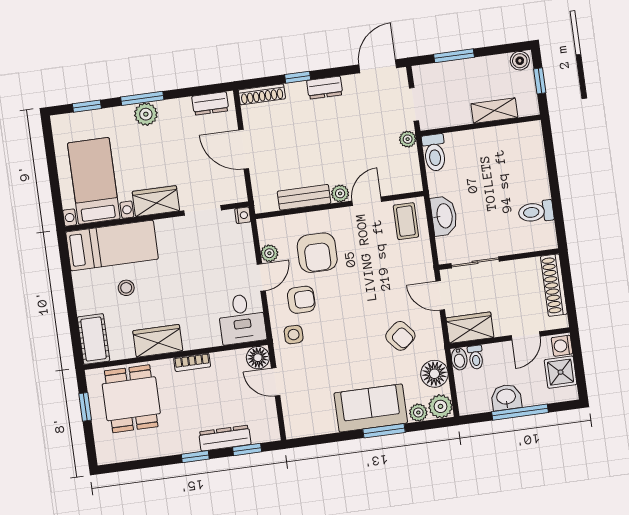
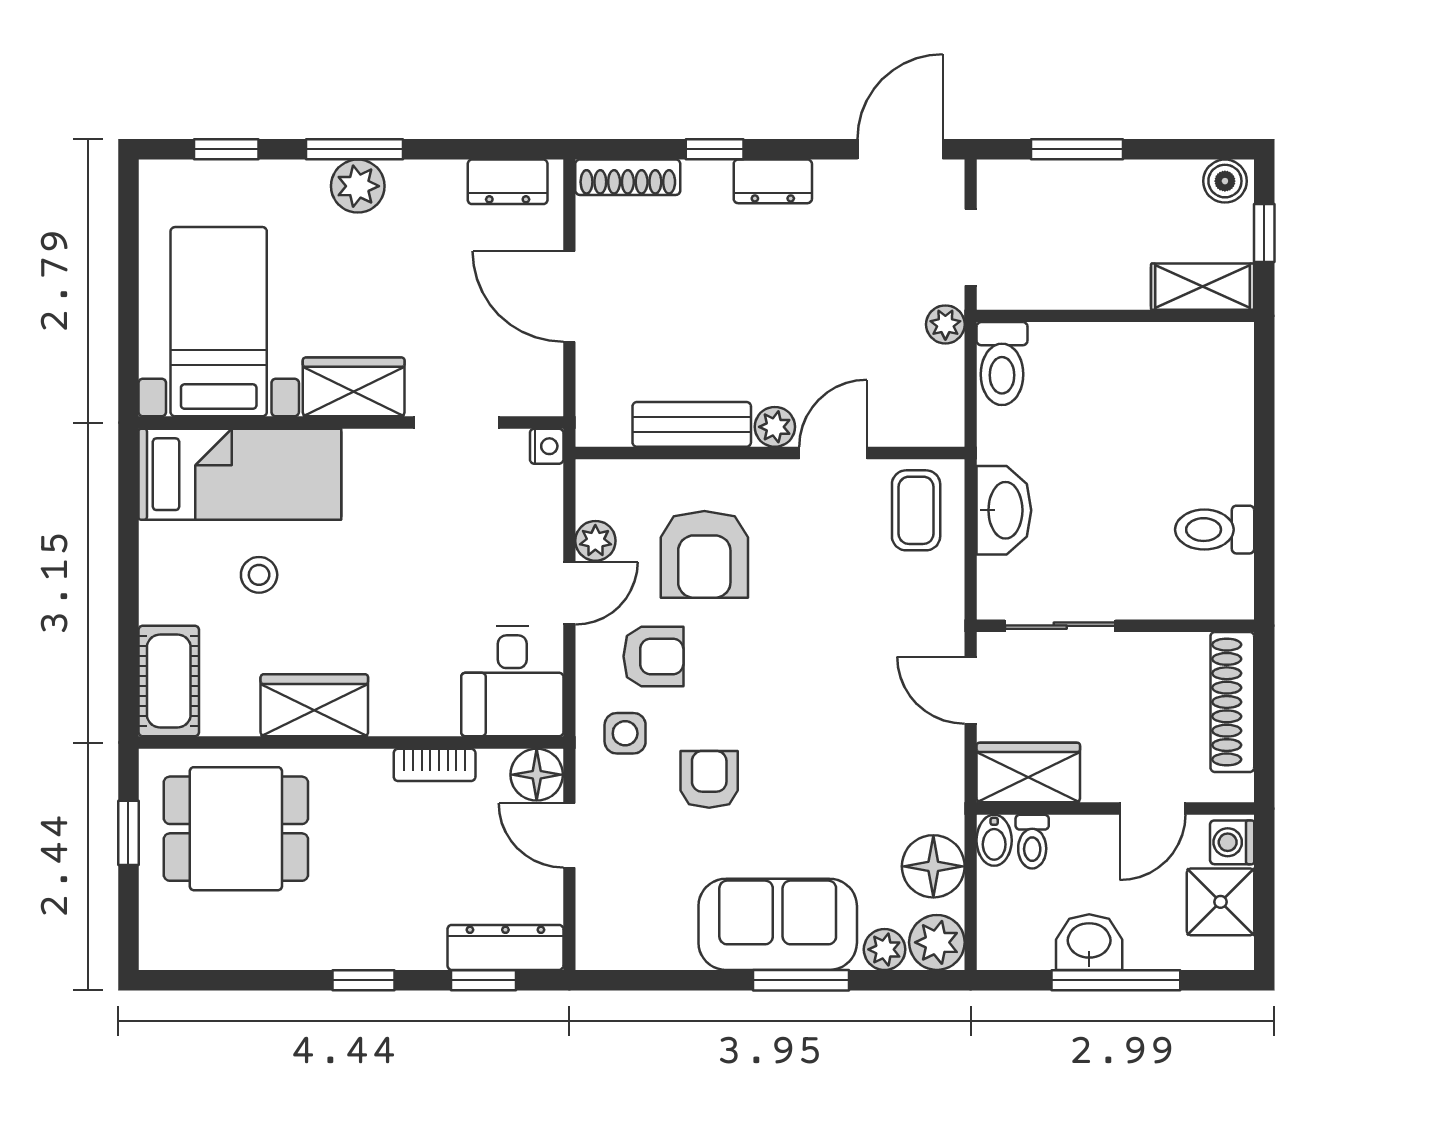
shelving: (494, 111) -> (1203, 287), moved
armchair: (400, 336) -> (709, 779), moved, turned -140
bookcase: (192, 362) -> (435, 765), moved
dining table: (131, 399) -> (236, 829), turned 90
dresser: (225, 438) -> (505, 947), moved

